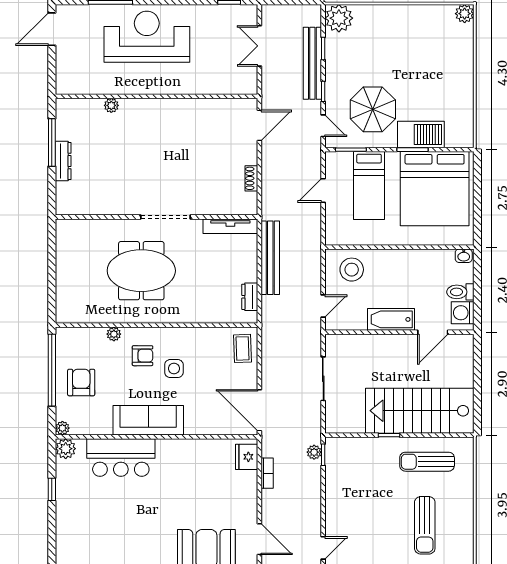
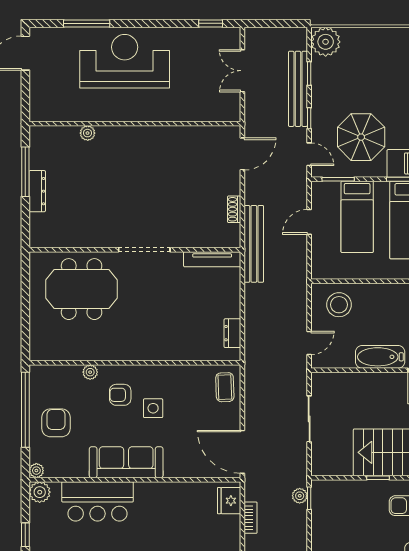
bench: (270, 258) -> (254, 244), moved
meeting table: (141, 271) -> (82, 289), moved
armchair: (143, 356) -> (120, 395), turned 180

